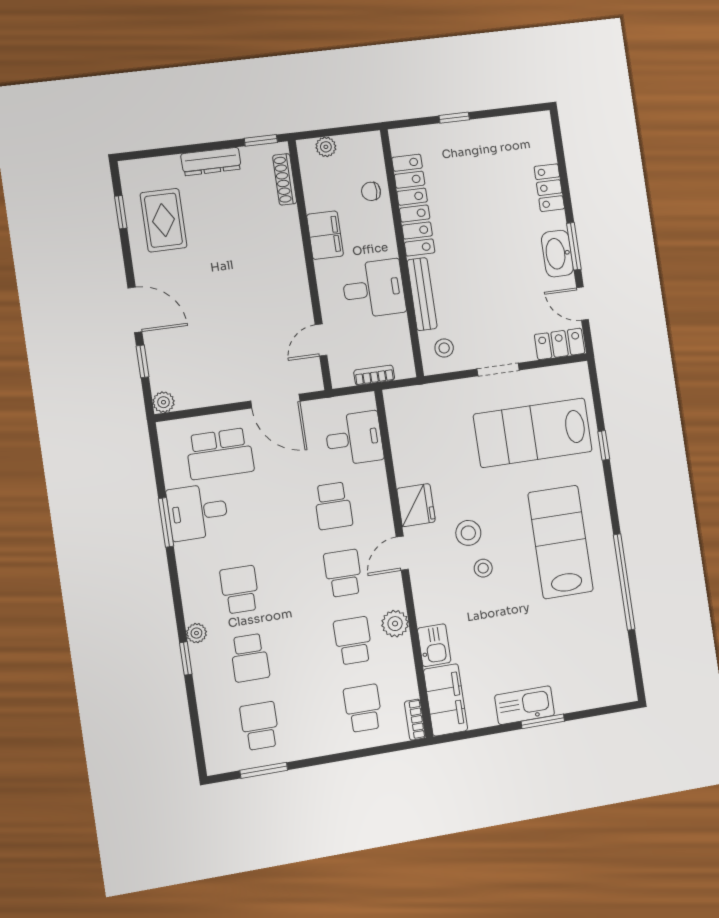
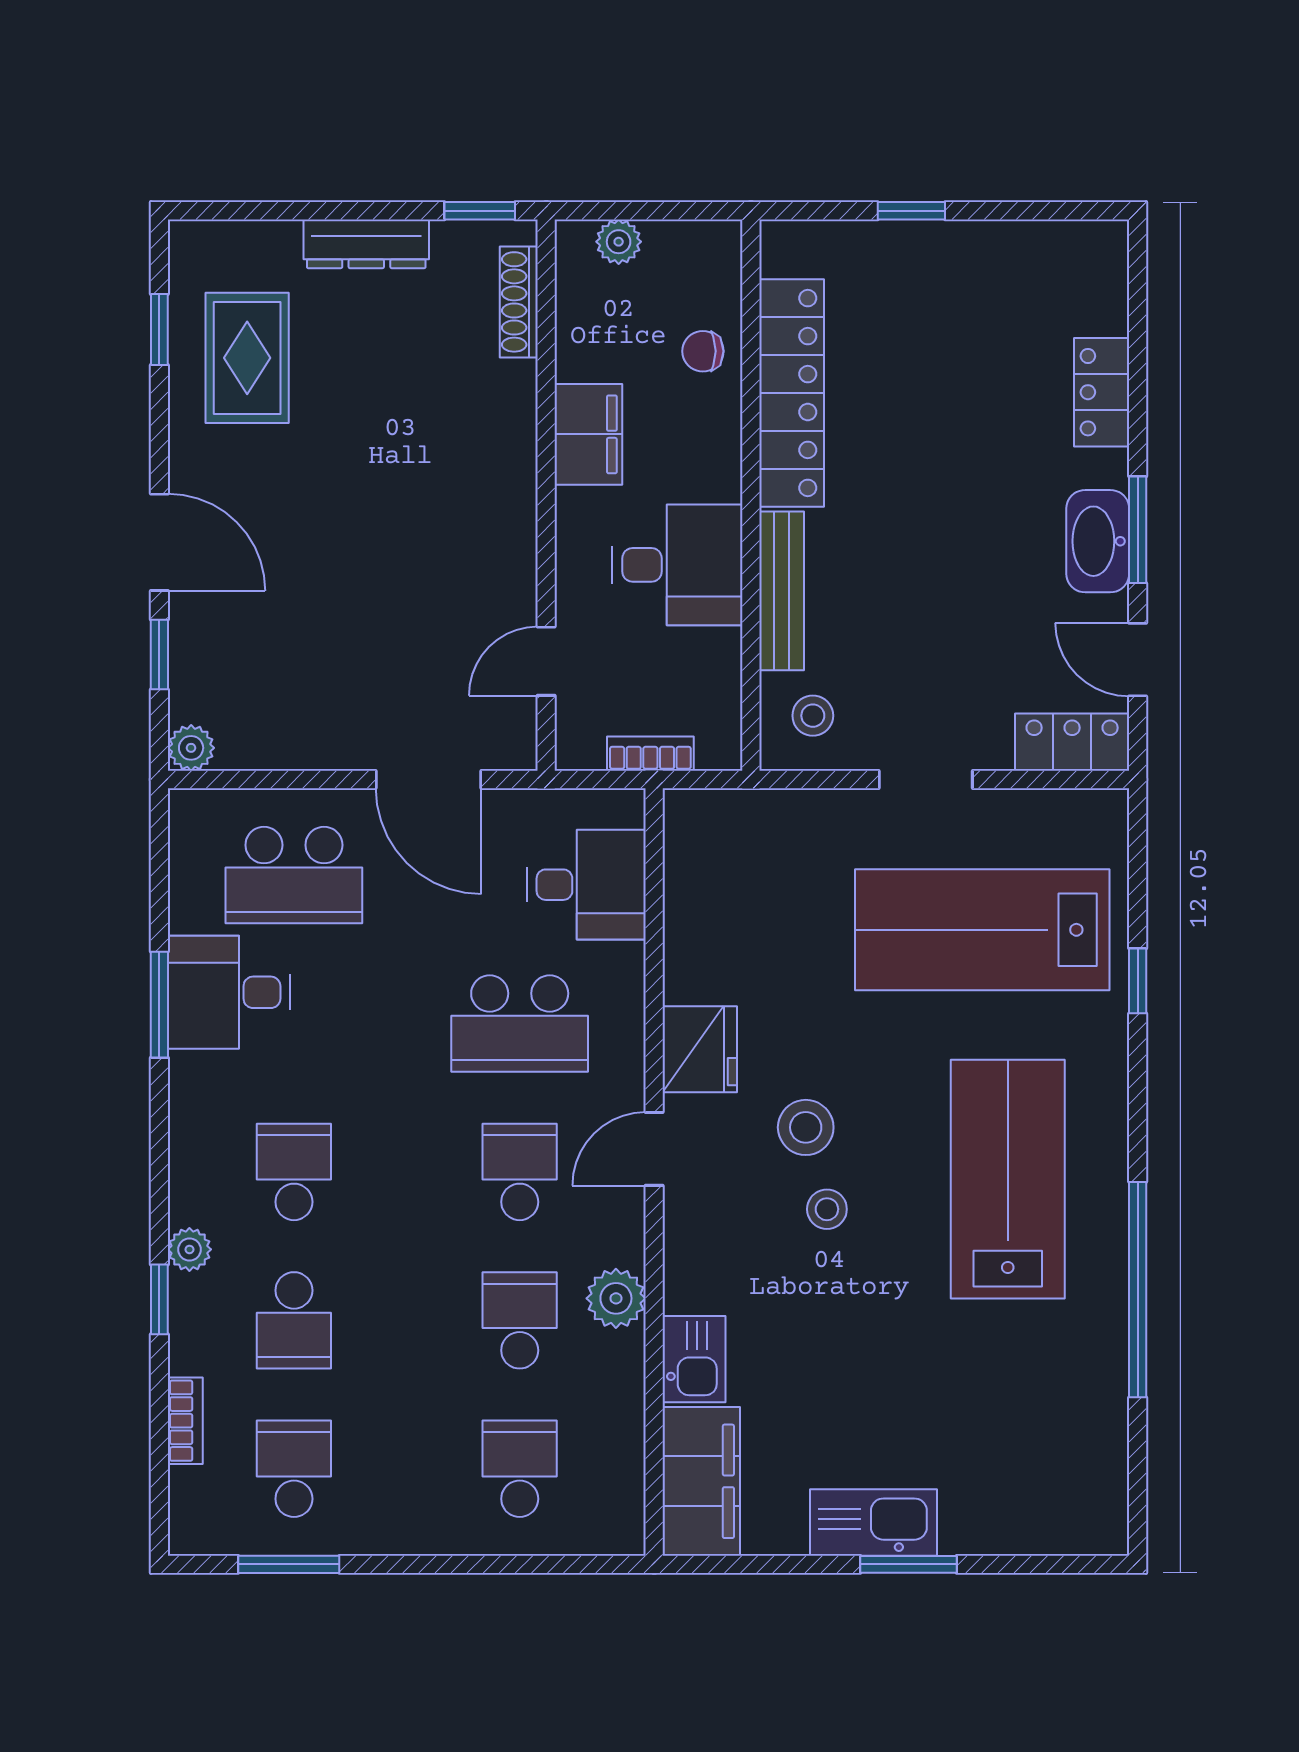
school desk: (333, 506) -> (520, 1023), width x1.85
bookcase: (415, 720) -> (185, 1421), moved, turned 180

